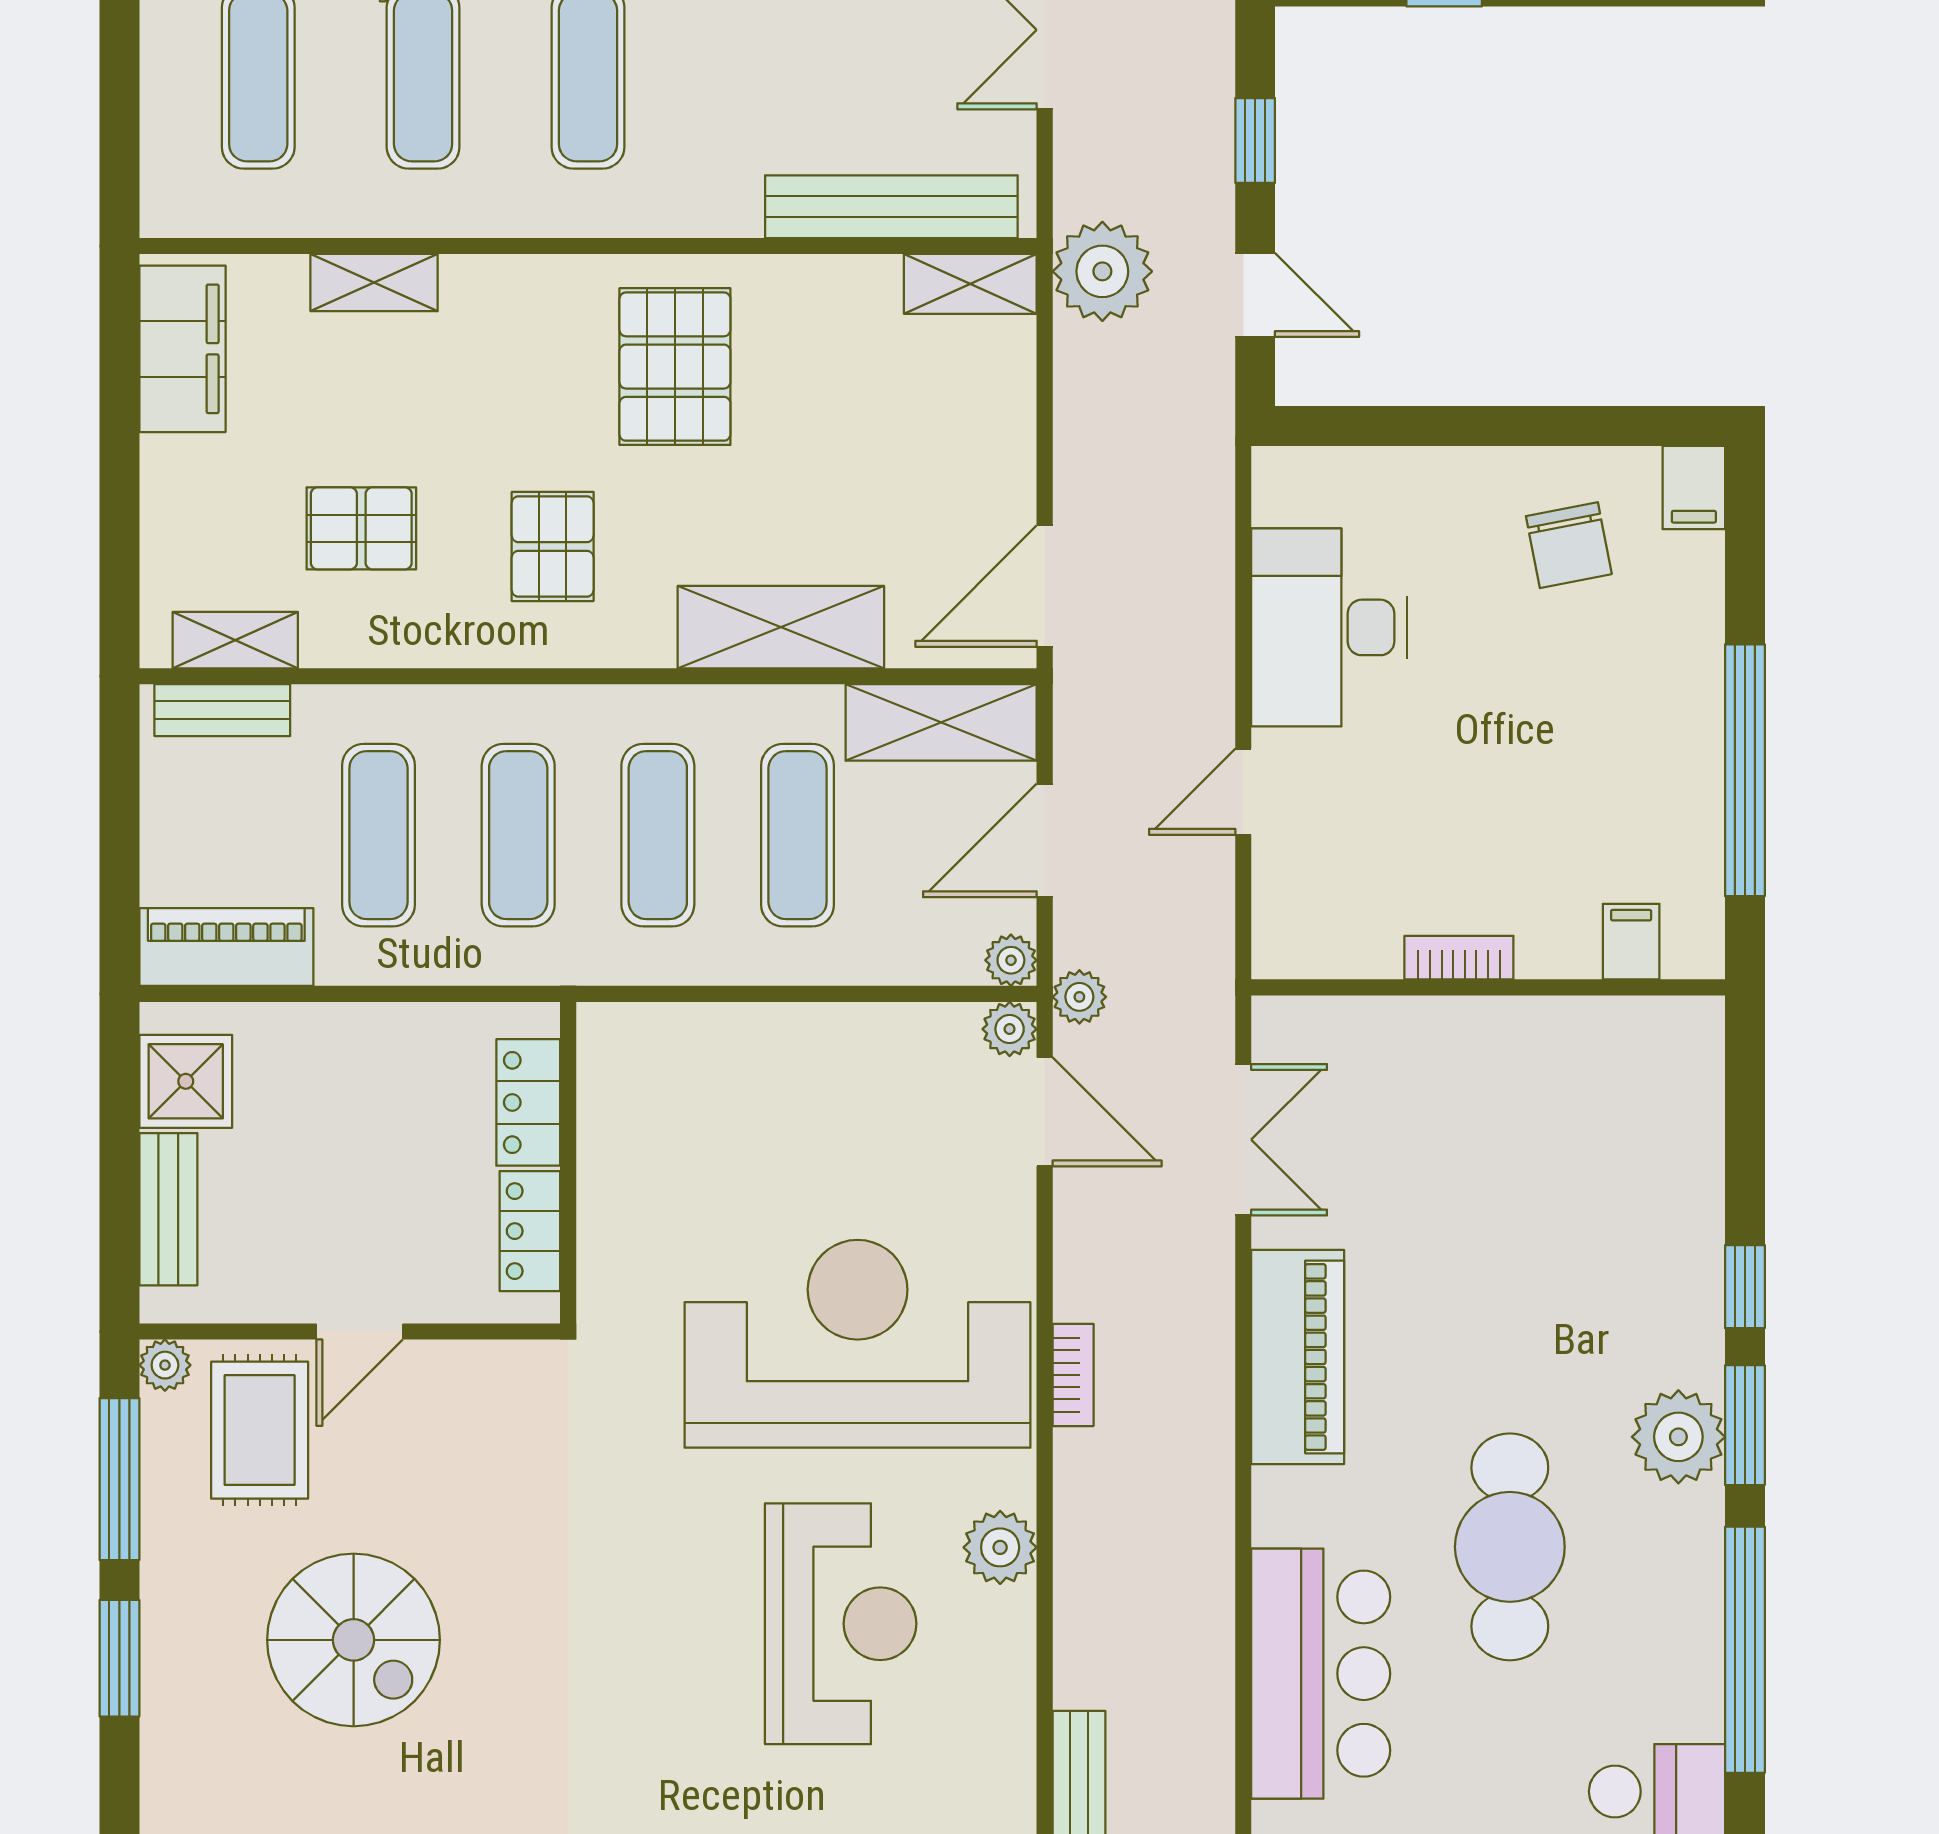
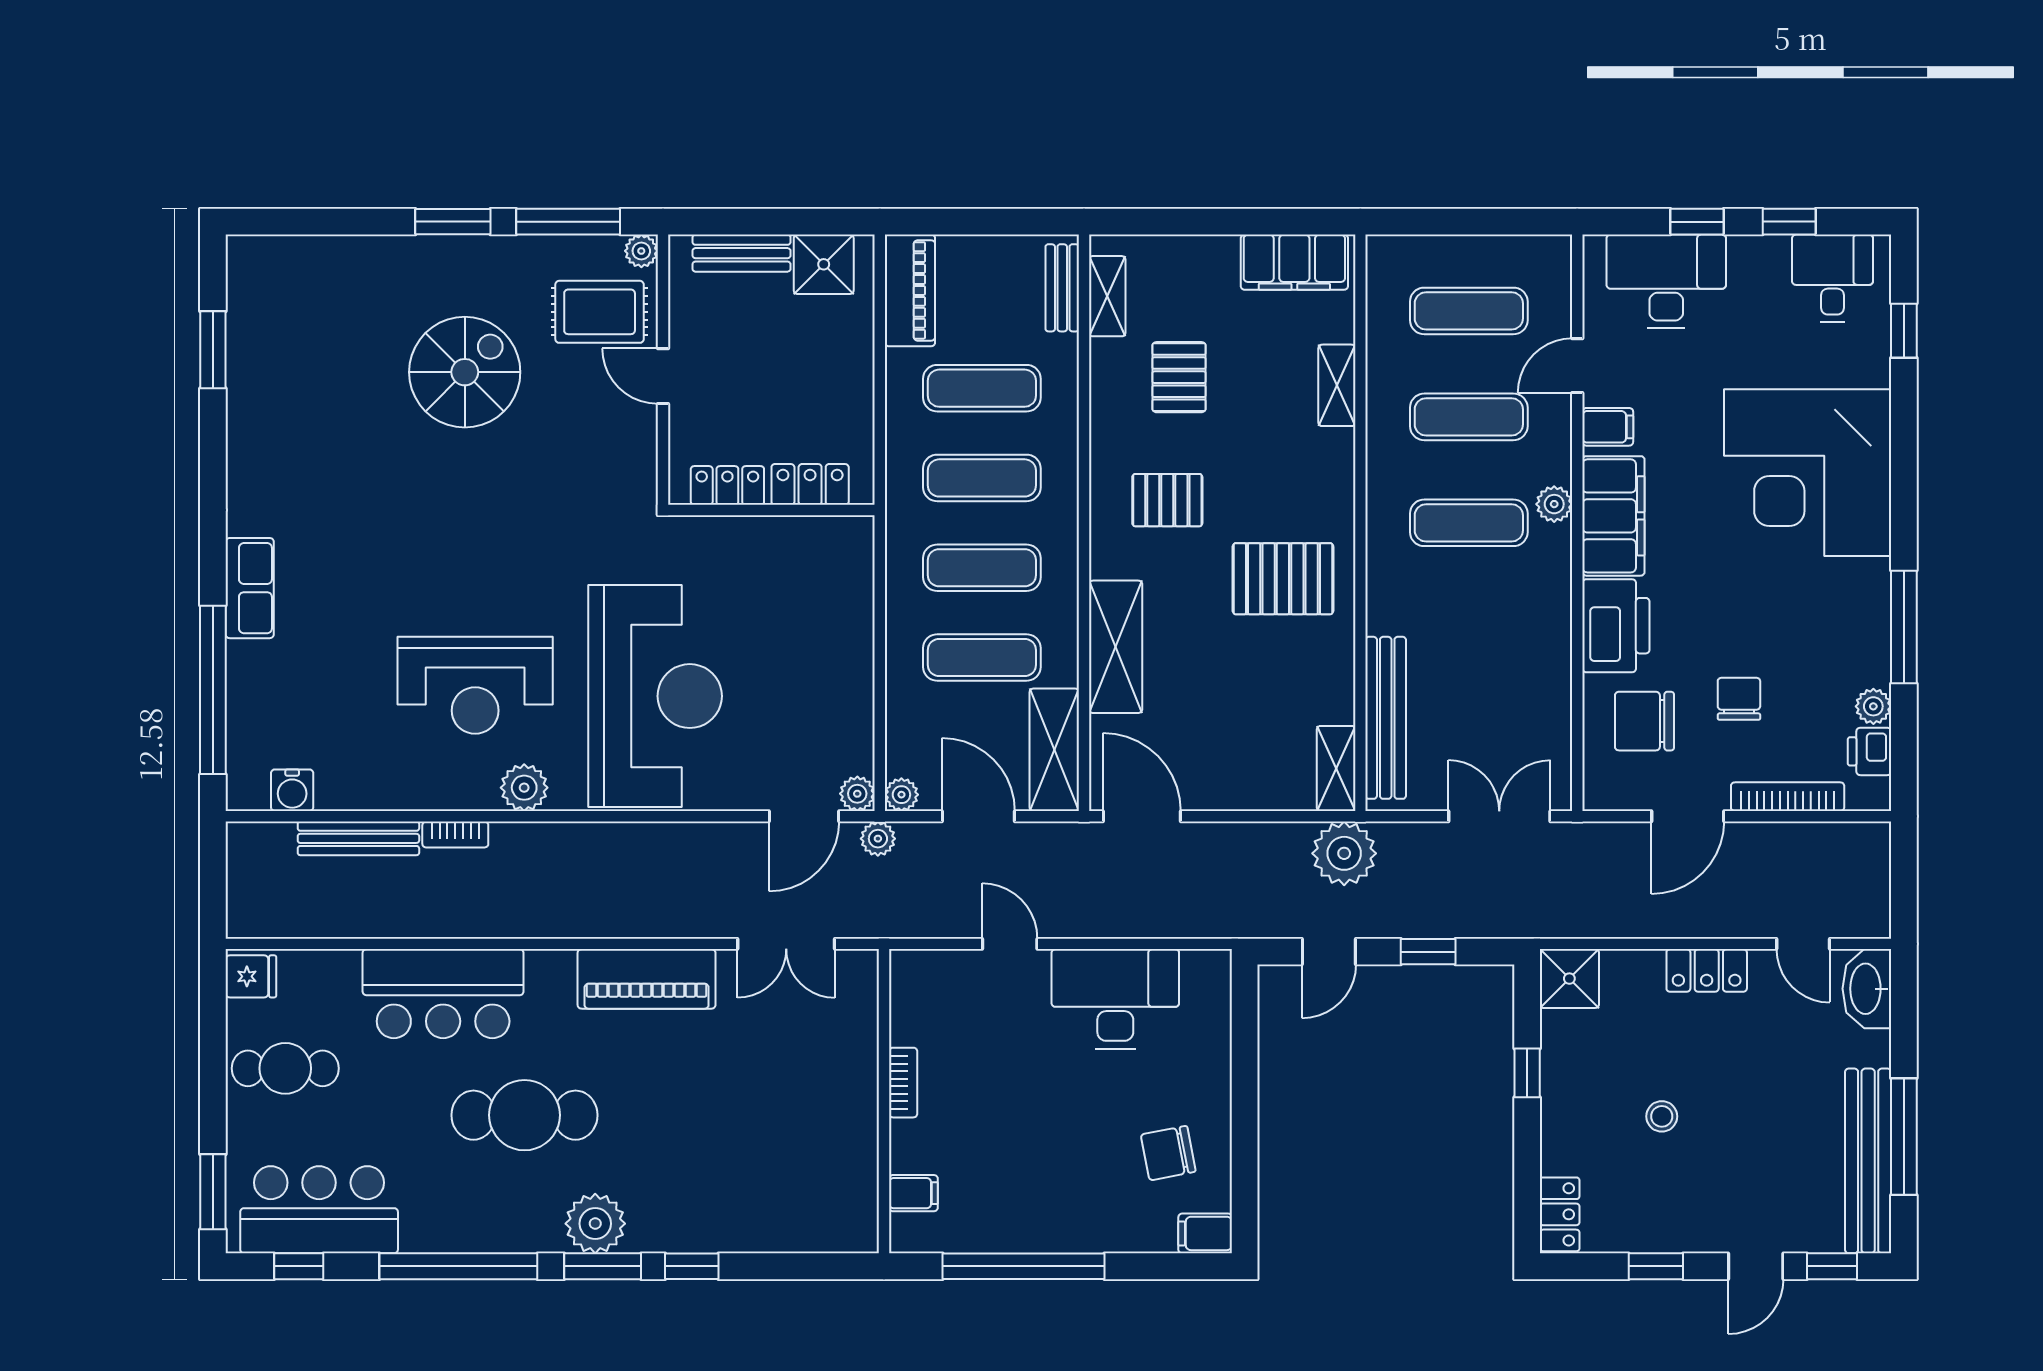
bookcase: (1073, 1375) -> (455, 835), moved
spiral stairs: (354, 1640) -> (465, 372), turned 180

